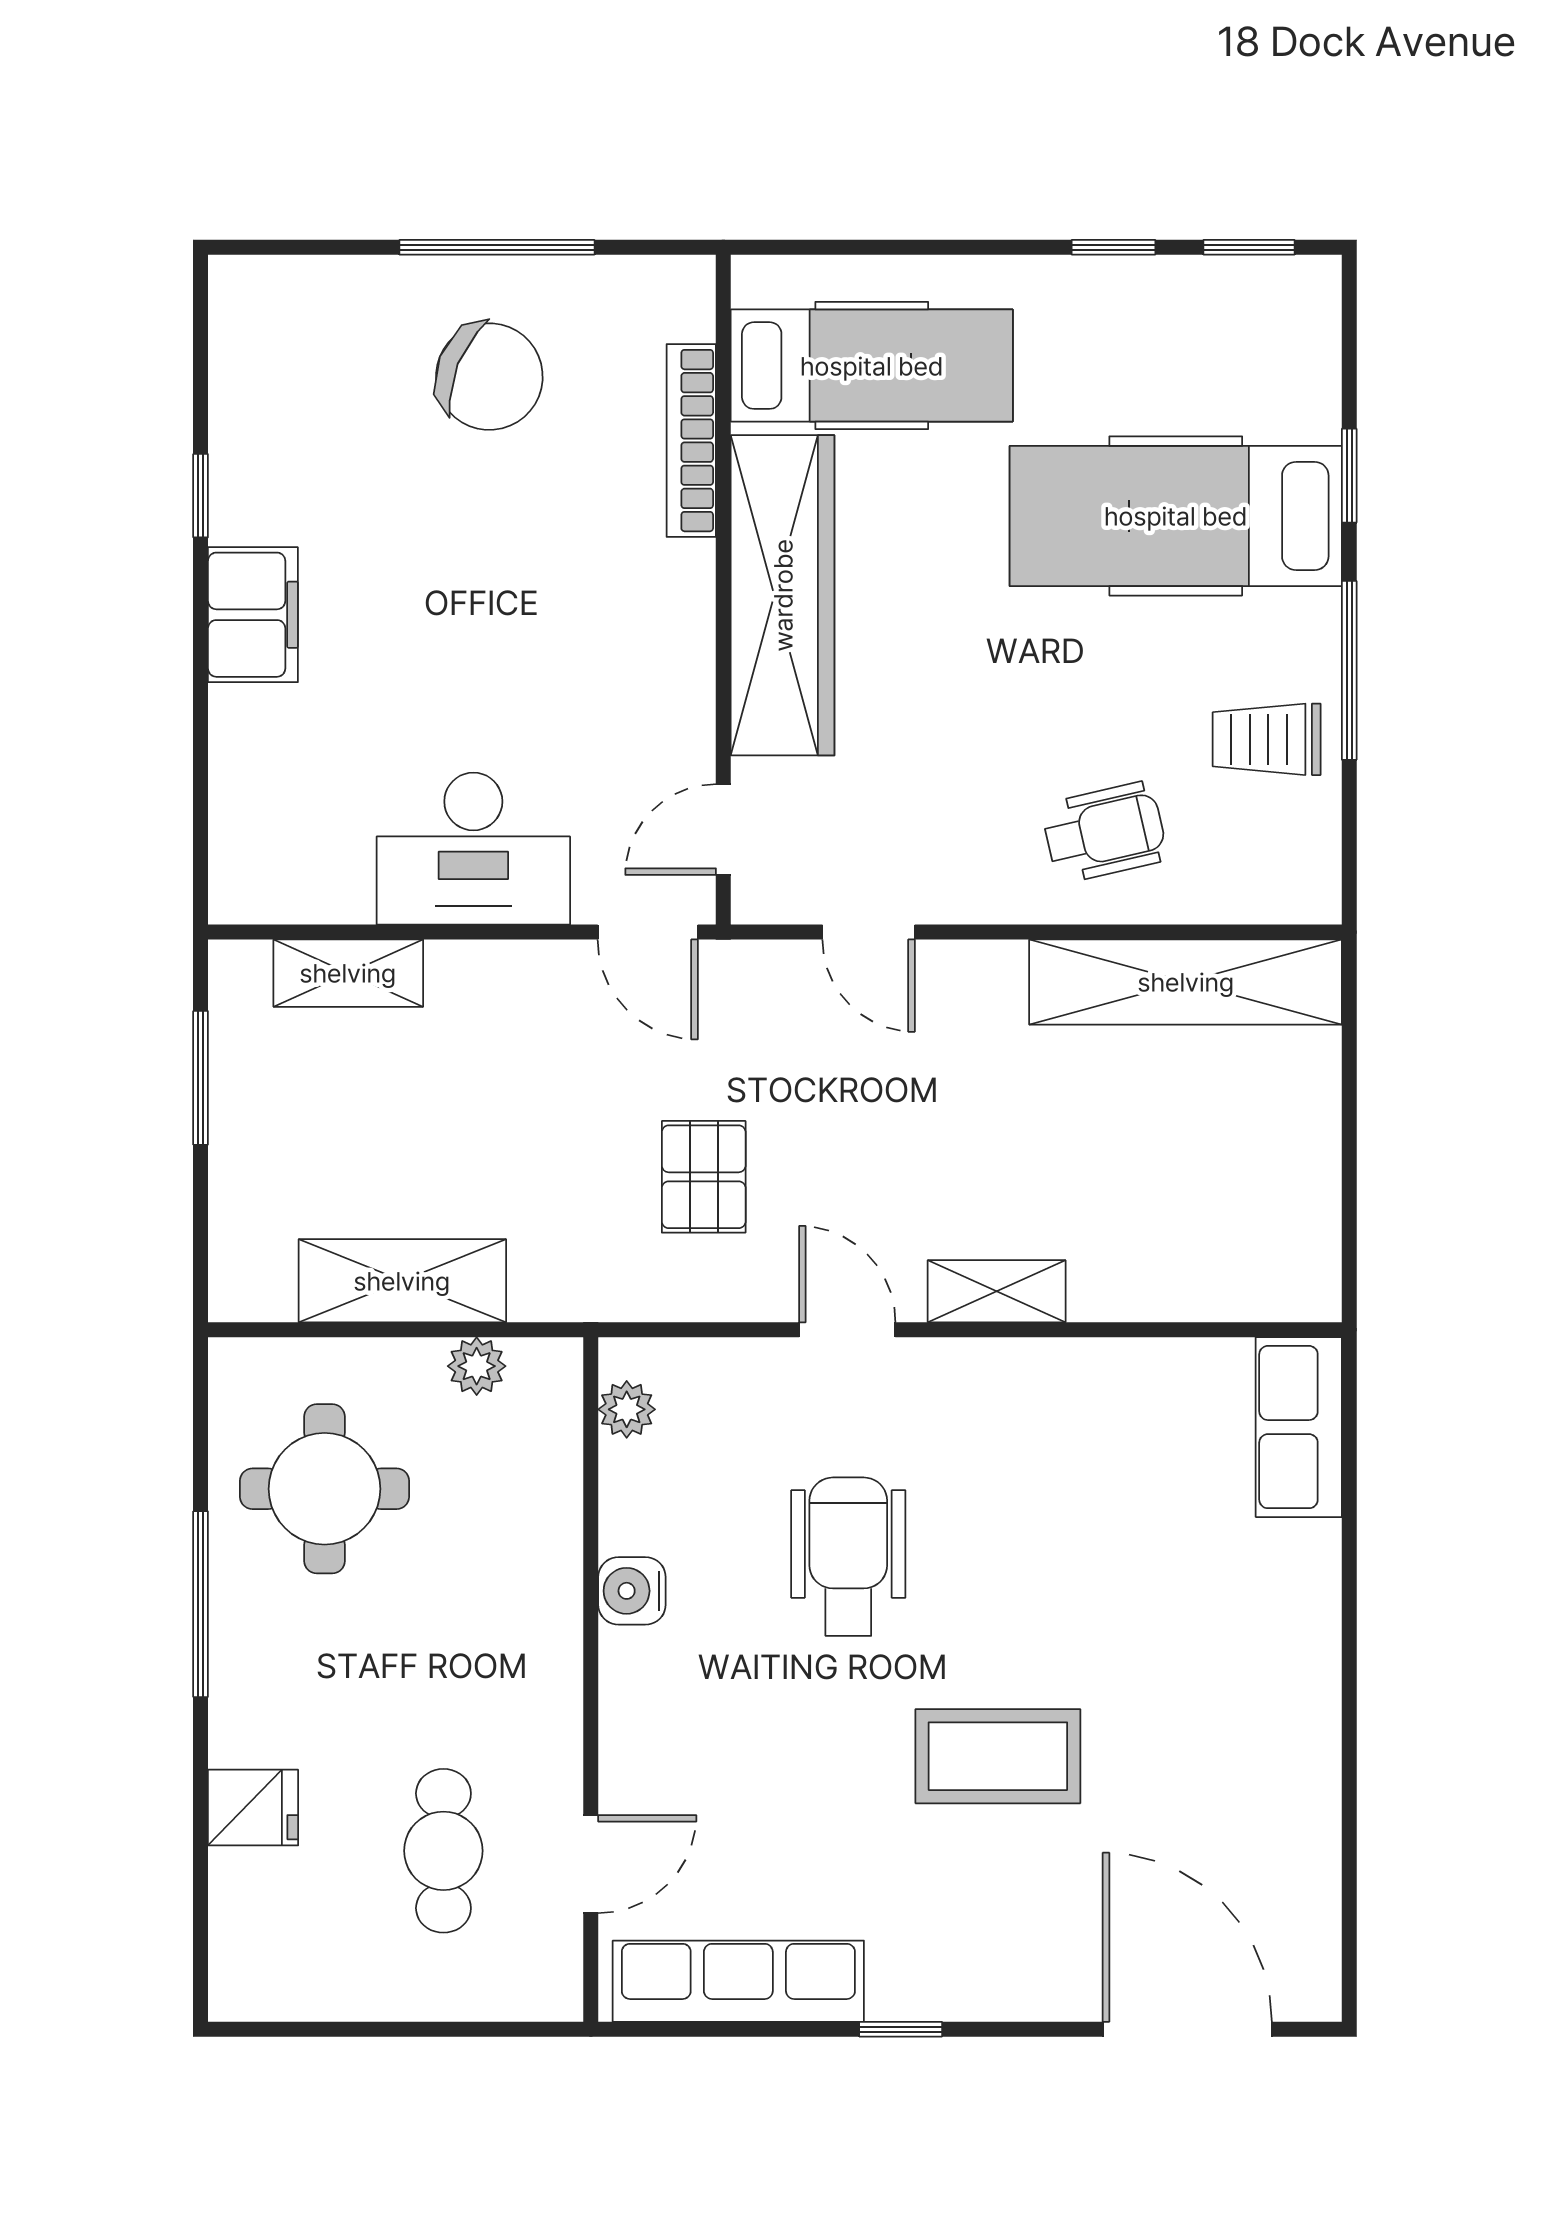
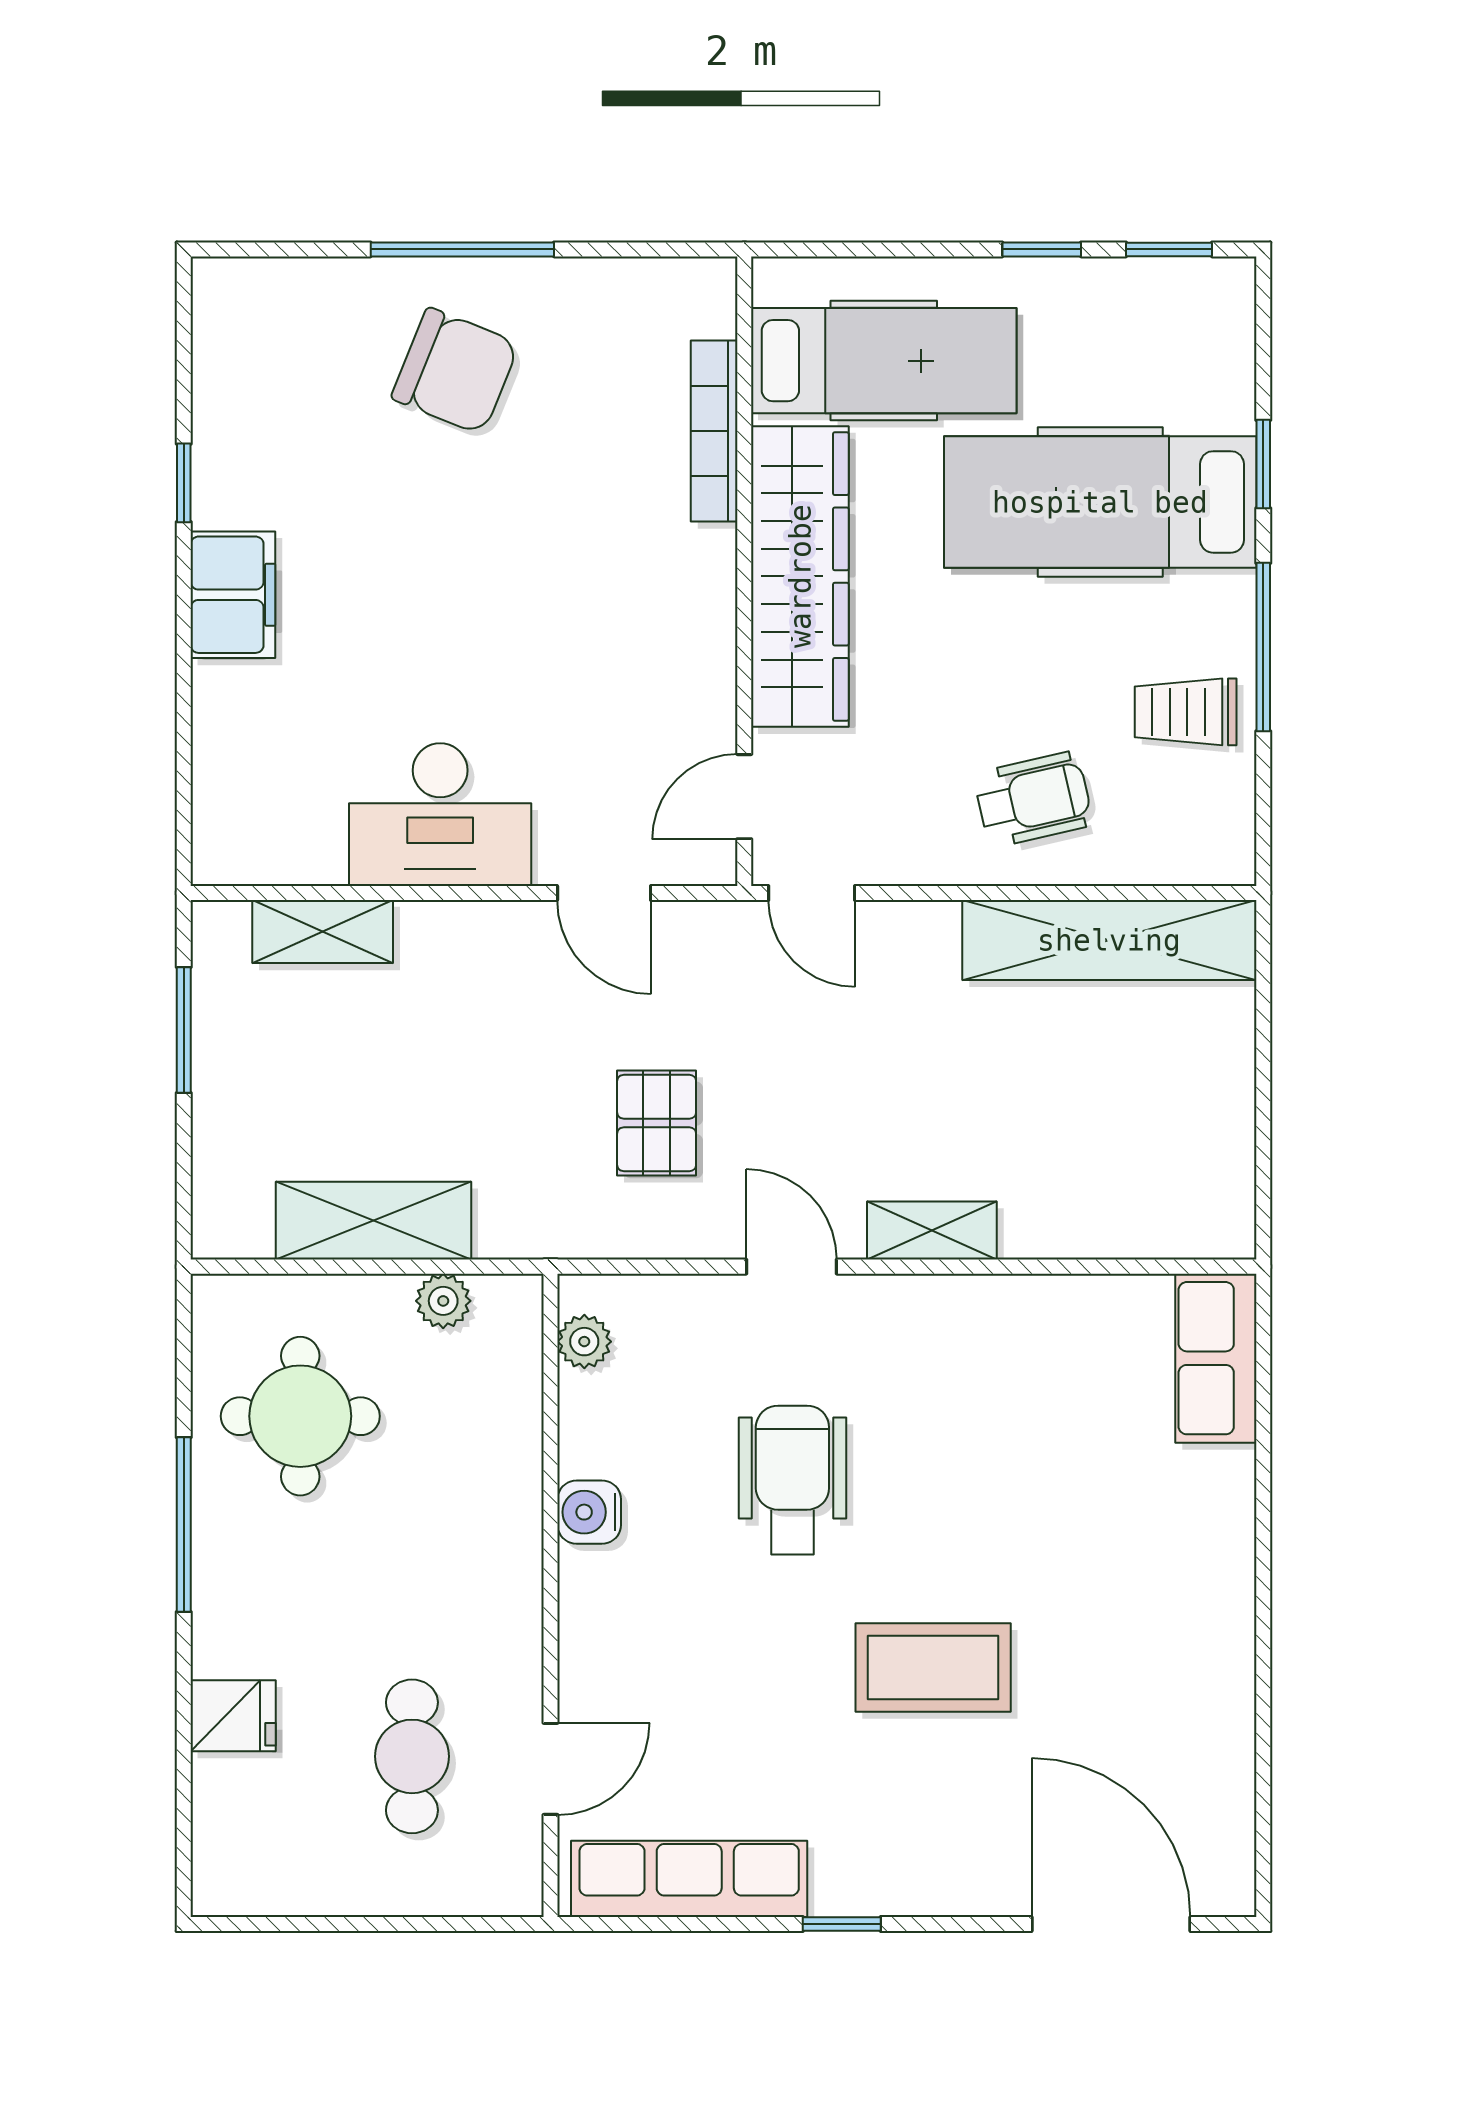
hospital bed: (872, 366) -> (884, 361), moved
bookcase: (691, 441) -> (714, 431), moved
wall: (723, 590) -> (744, 571), moved
wardrobe: (783, 595) -> (800, 576), moved
door: (723, 830) -> (744, 797), moved

